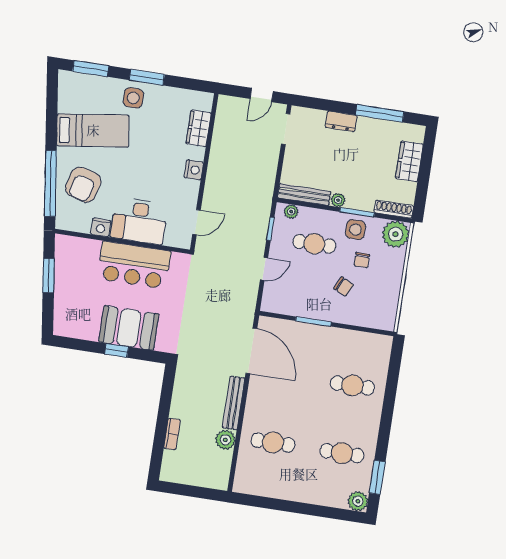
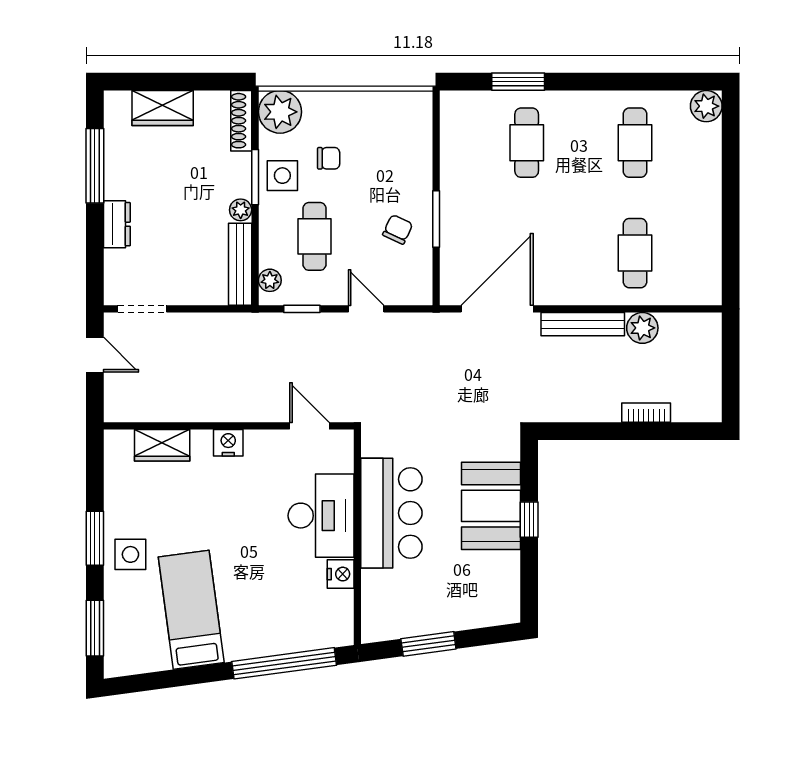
armchair: (83, 185) -> (278, 612), removed
chair: (344, 287) -> (398, 229), moved
window: (377, 477) -> (518, 82), moved

